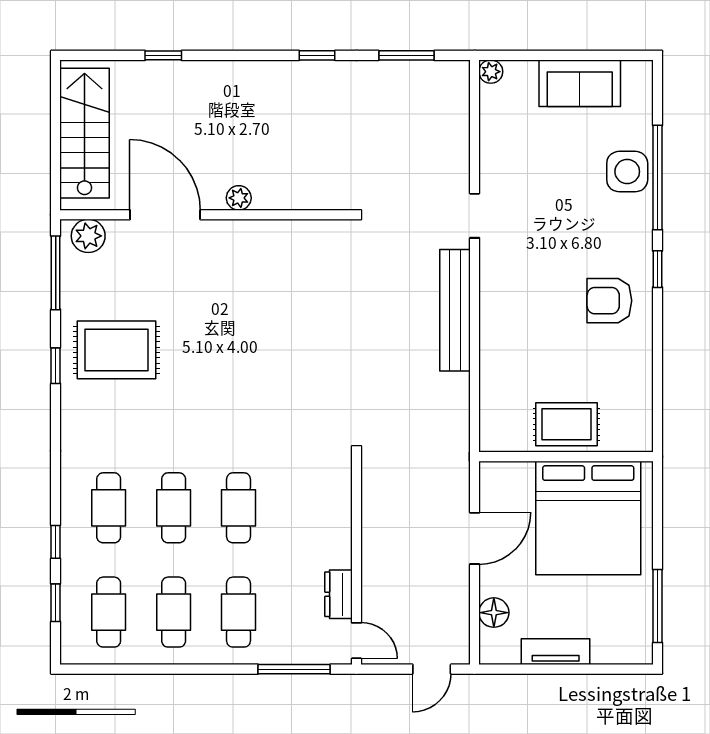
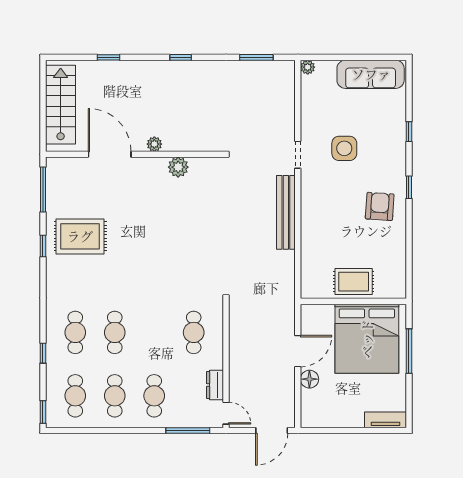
window: (317, 55) -> (181, 57), moved
sofa: (580, 83) -> (371, 74), width x1.36
side table: (627, 172) -> (344, 148), moved
window: (658, 177) -> (409, 132), width x0.32
plant: (88, 236) -> (178, 167), moved
armchair: (609, 301) -> (380, 206), turned 94
cafe table: (239, 508) -> (194, 332), moved
window: (56, 603) -> (43, 412), moved
window: (658, 606) -> (409, 351), moved
floor lamp: (494, 613) -> (309, 379), moved
tv unit: (556, 652) -> (386, 420), moved
door: (432, 669) -> (272, 431), width x1.38

